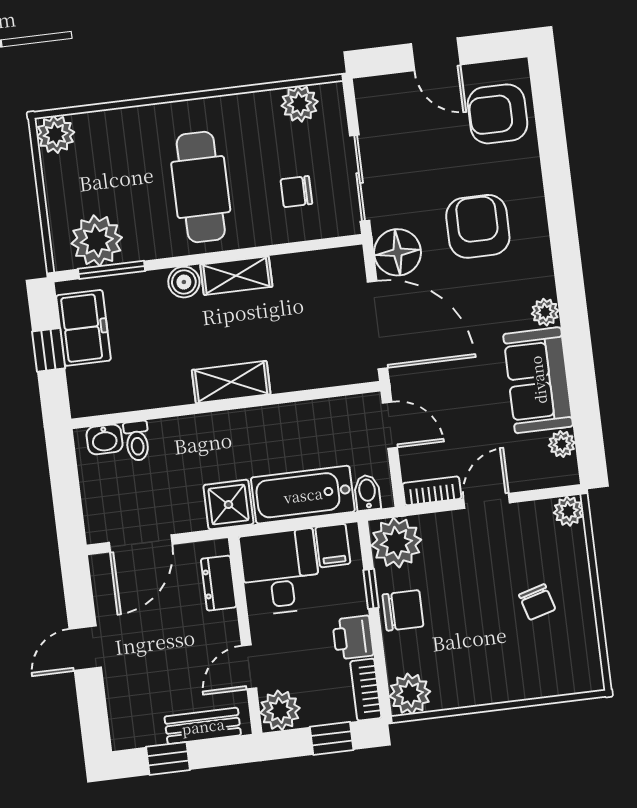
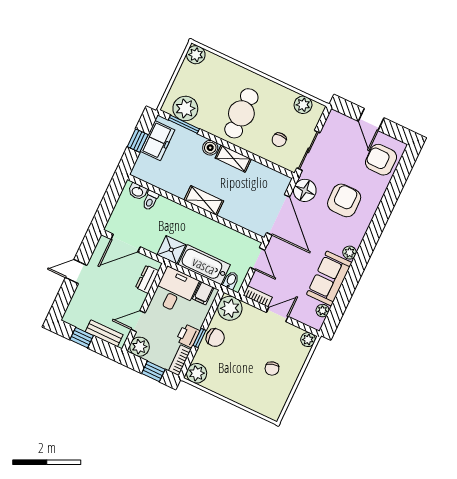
chair: (296, 192) -> (279, 140), turned -90
window: (371, 589) -> (200, 338), moved

